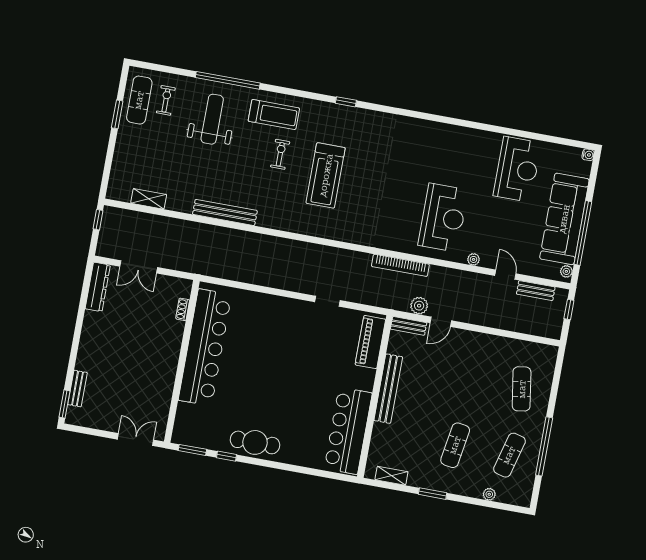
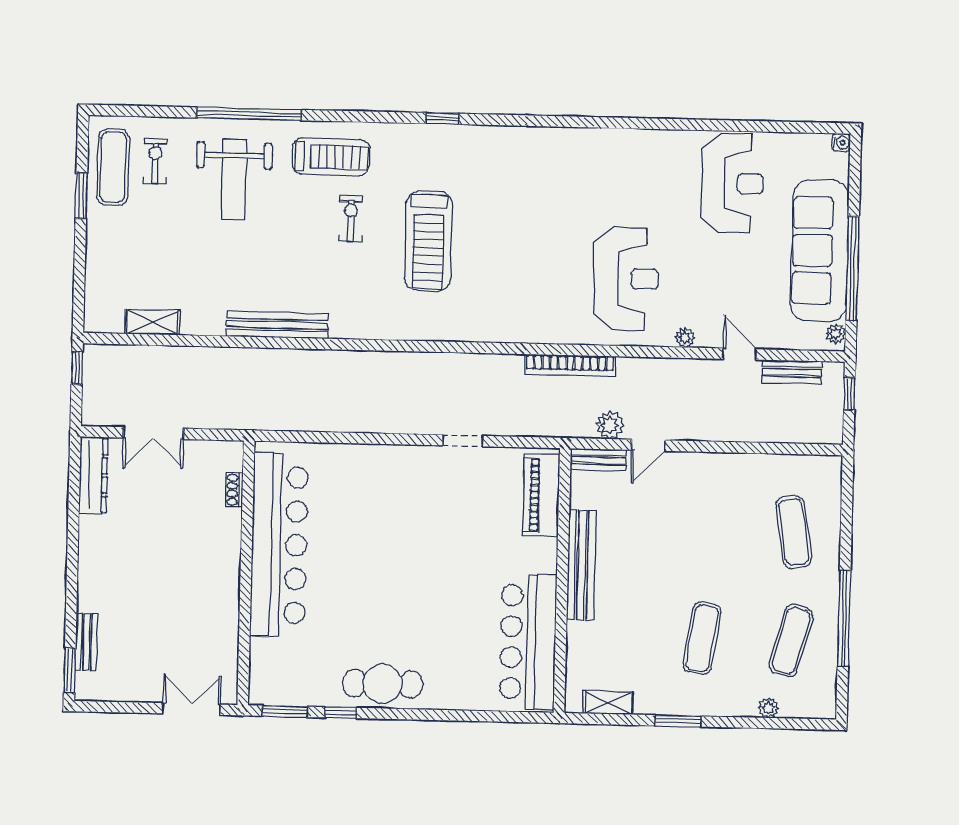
weight bench: (212, 119) -> (234, 180), turned 180

